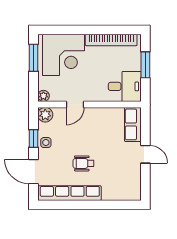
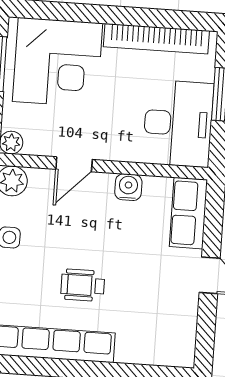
desk: (125, 86) -> (178, 123), width x1.37
water cooler: (103, 114) -> (128, 187), added

